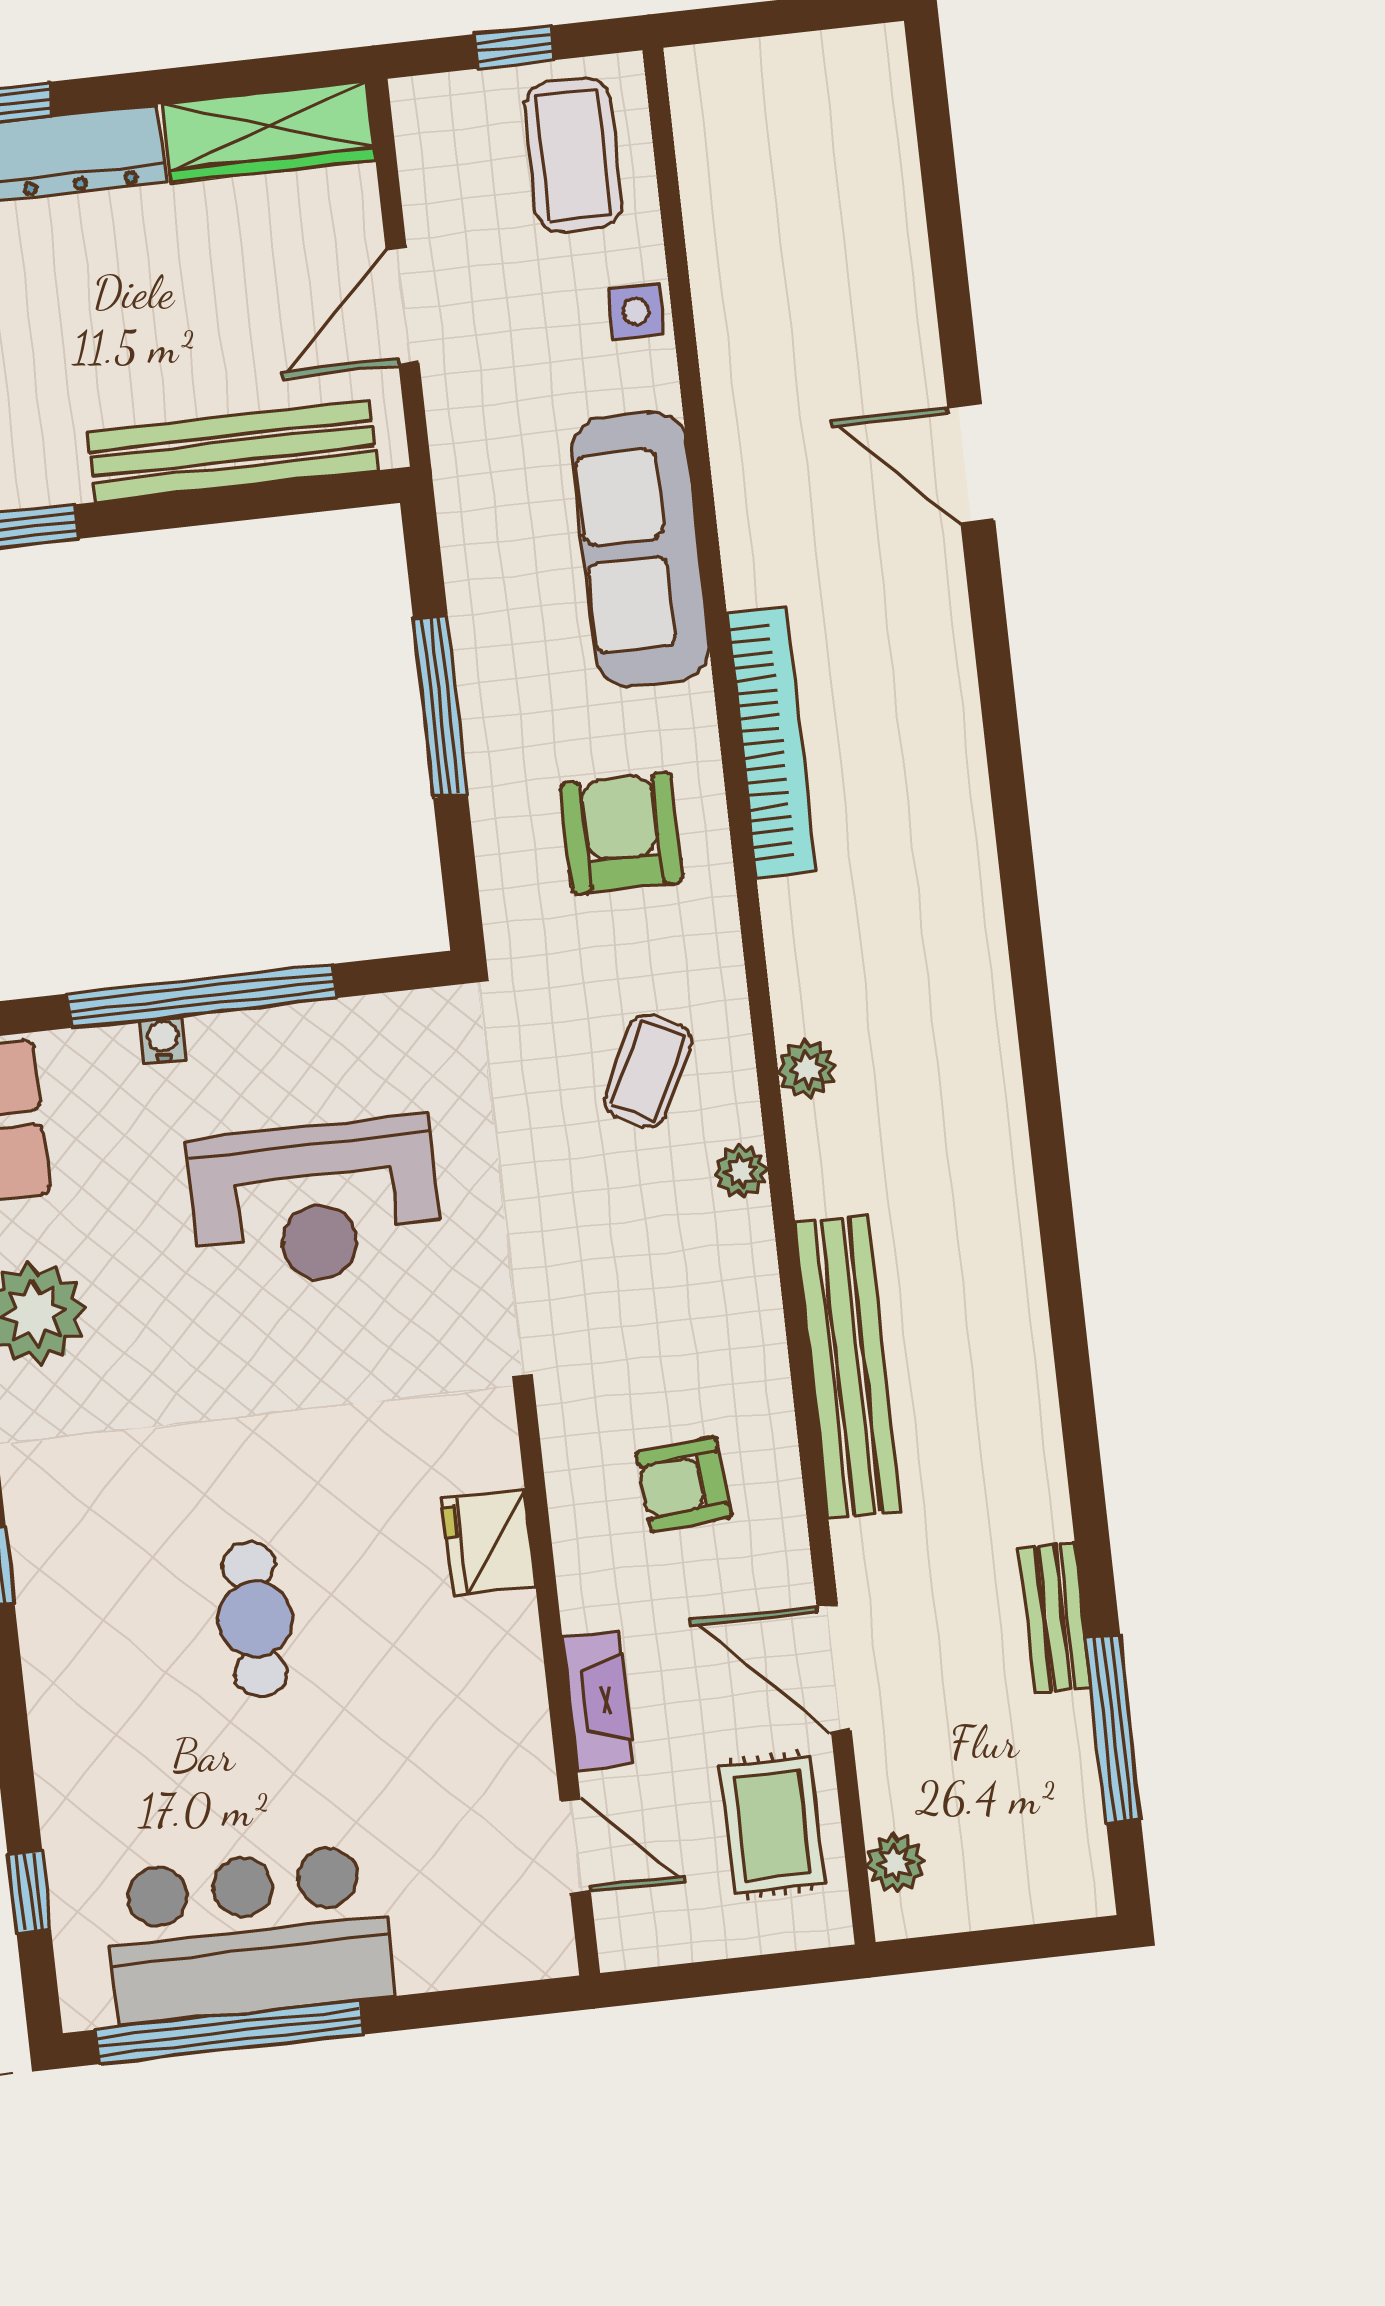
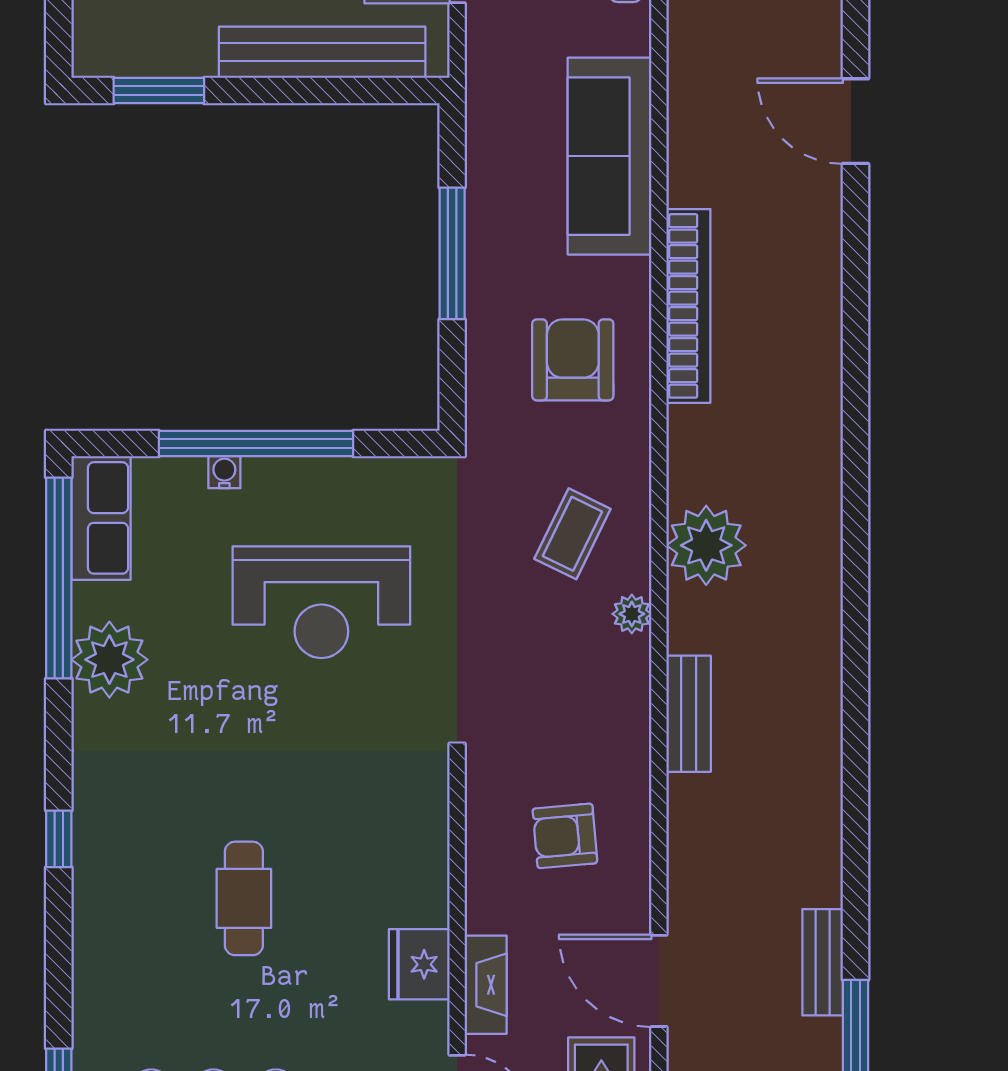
plant: (807, 1069) -> (706, 545), width x1.87, depth x1.87
bench: (848, 1366) -> (689, 714), width x0.54, depth x0.82
fridge: (489, 1543) -> (419, 964), moved

